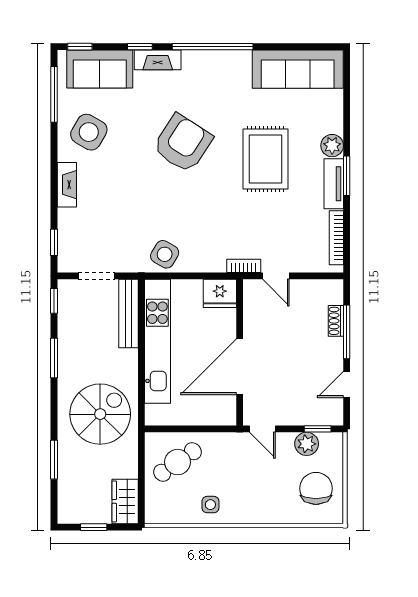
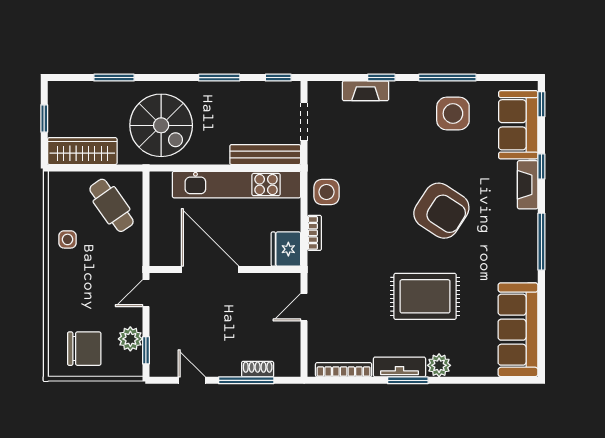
window: (213, 47) -> (541, 242), width x0.68
window: (54, 94) -> (447, 78), moved
side table: (89, 132) -> (453, 114), turned -30
fireplace: (67, 185) -> (366, 91), moved
window: (54, 242) -> (381, 78), moved
side table: (165, 254) -> (326, 192), turned -30
bookcase: (244, 266) -> (314, 233), moved
wardrobe: (125, 501) -> (82, 151), width x1.50

